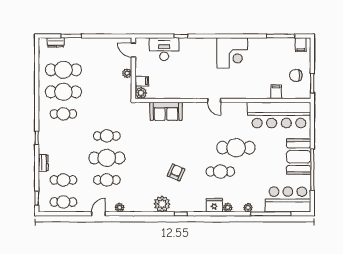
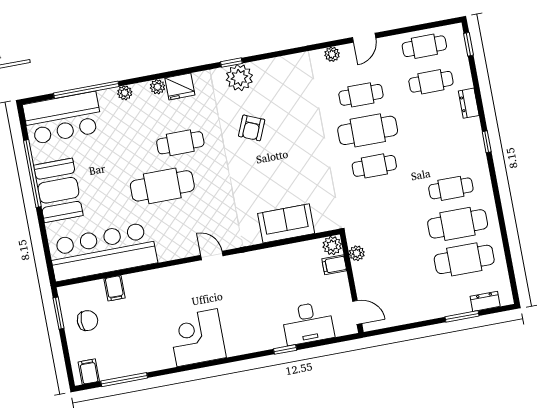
plant: (127, 73) -> (357, 253), moved
plant: (162, 204) -> (239, 78), moved

